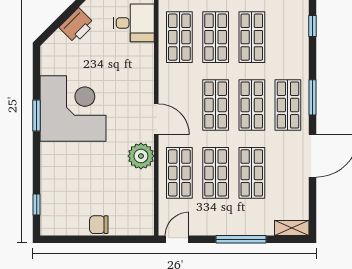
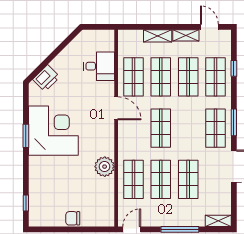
printer: (77, 26) -> (46, 78), moved
shop shelf: (252, 105) -> (215, 77), moved
door: (156, 119) -> (116, 108), moved

